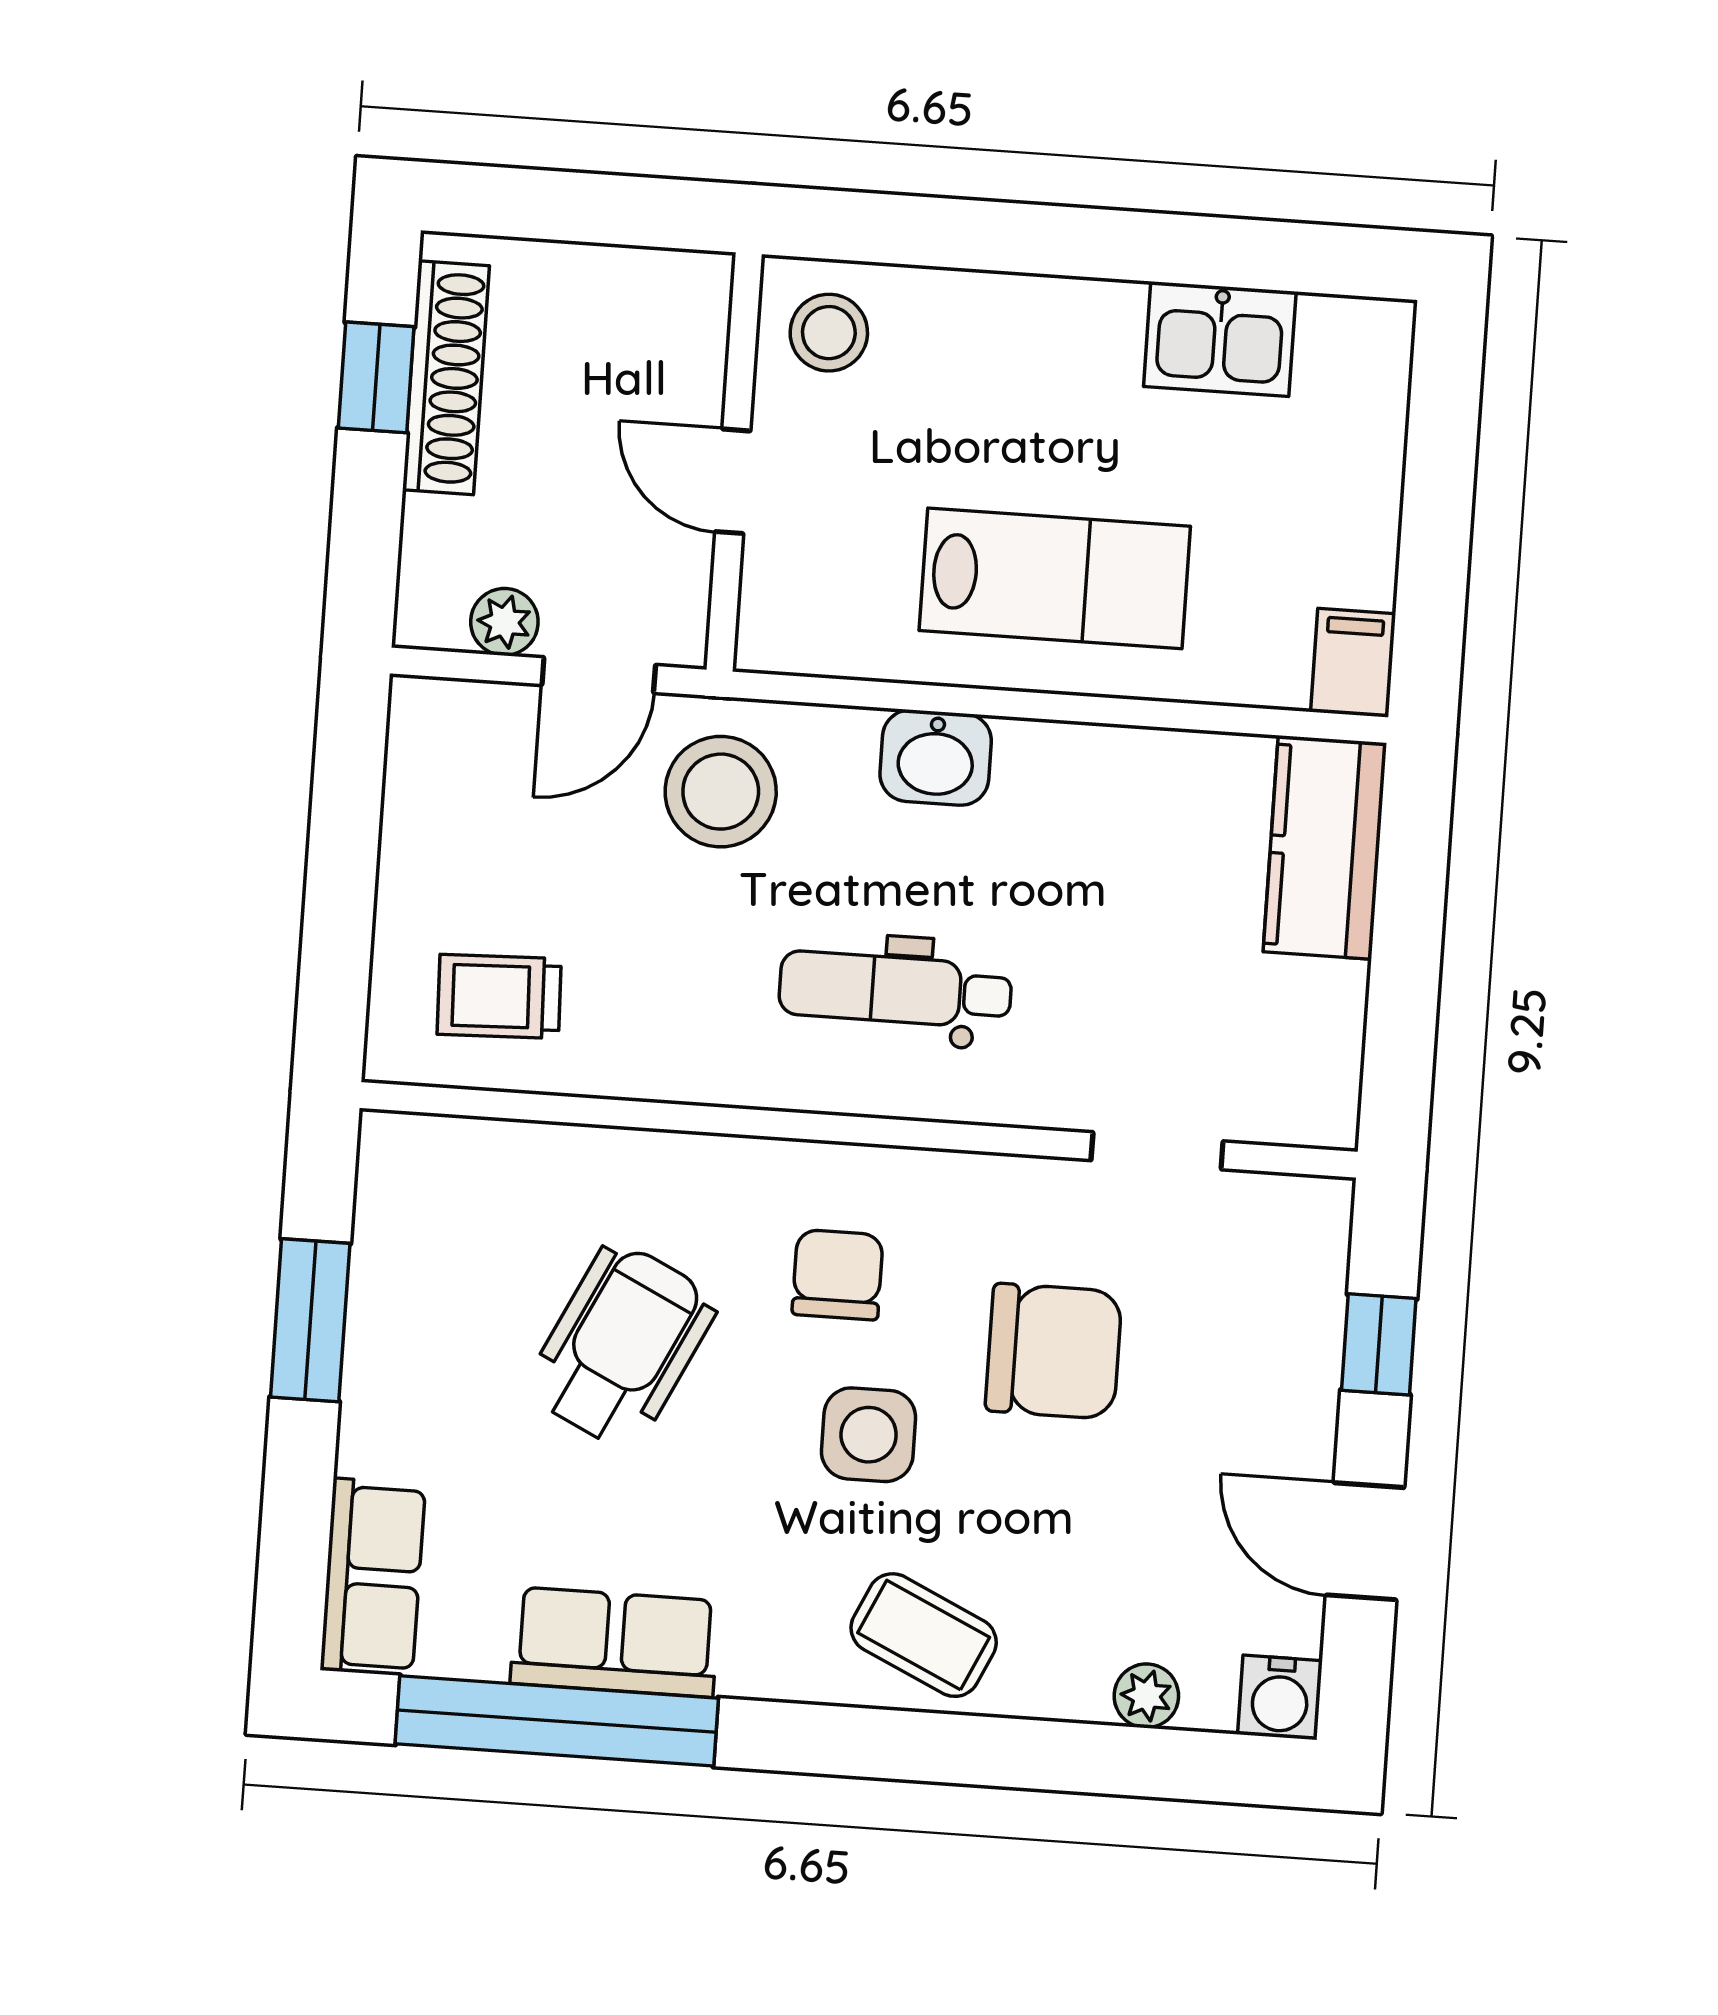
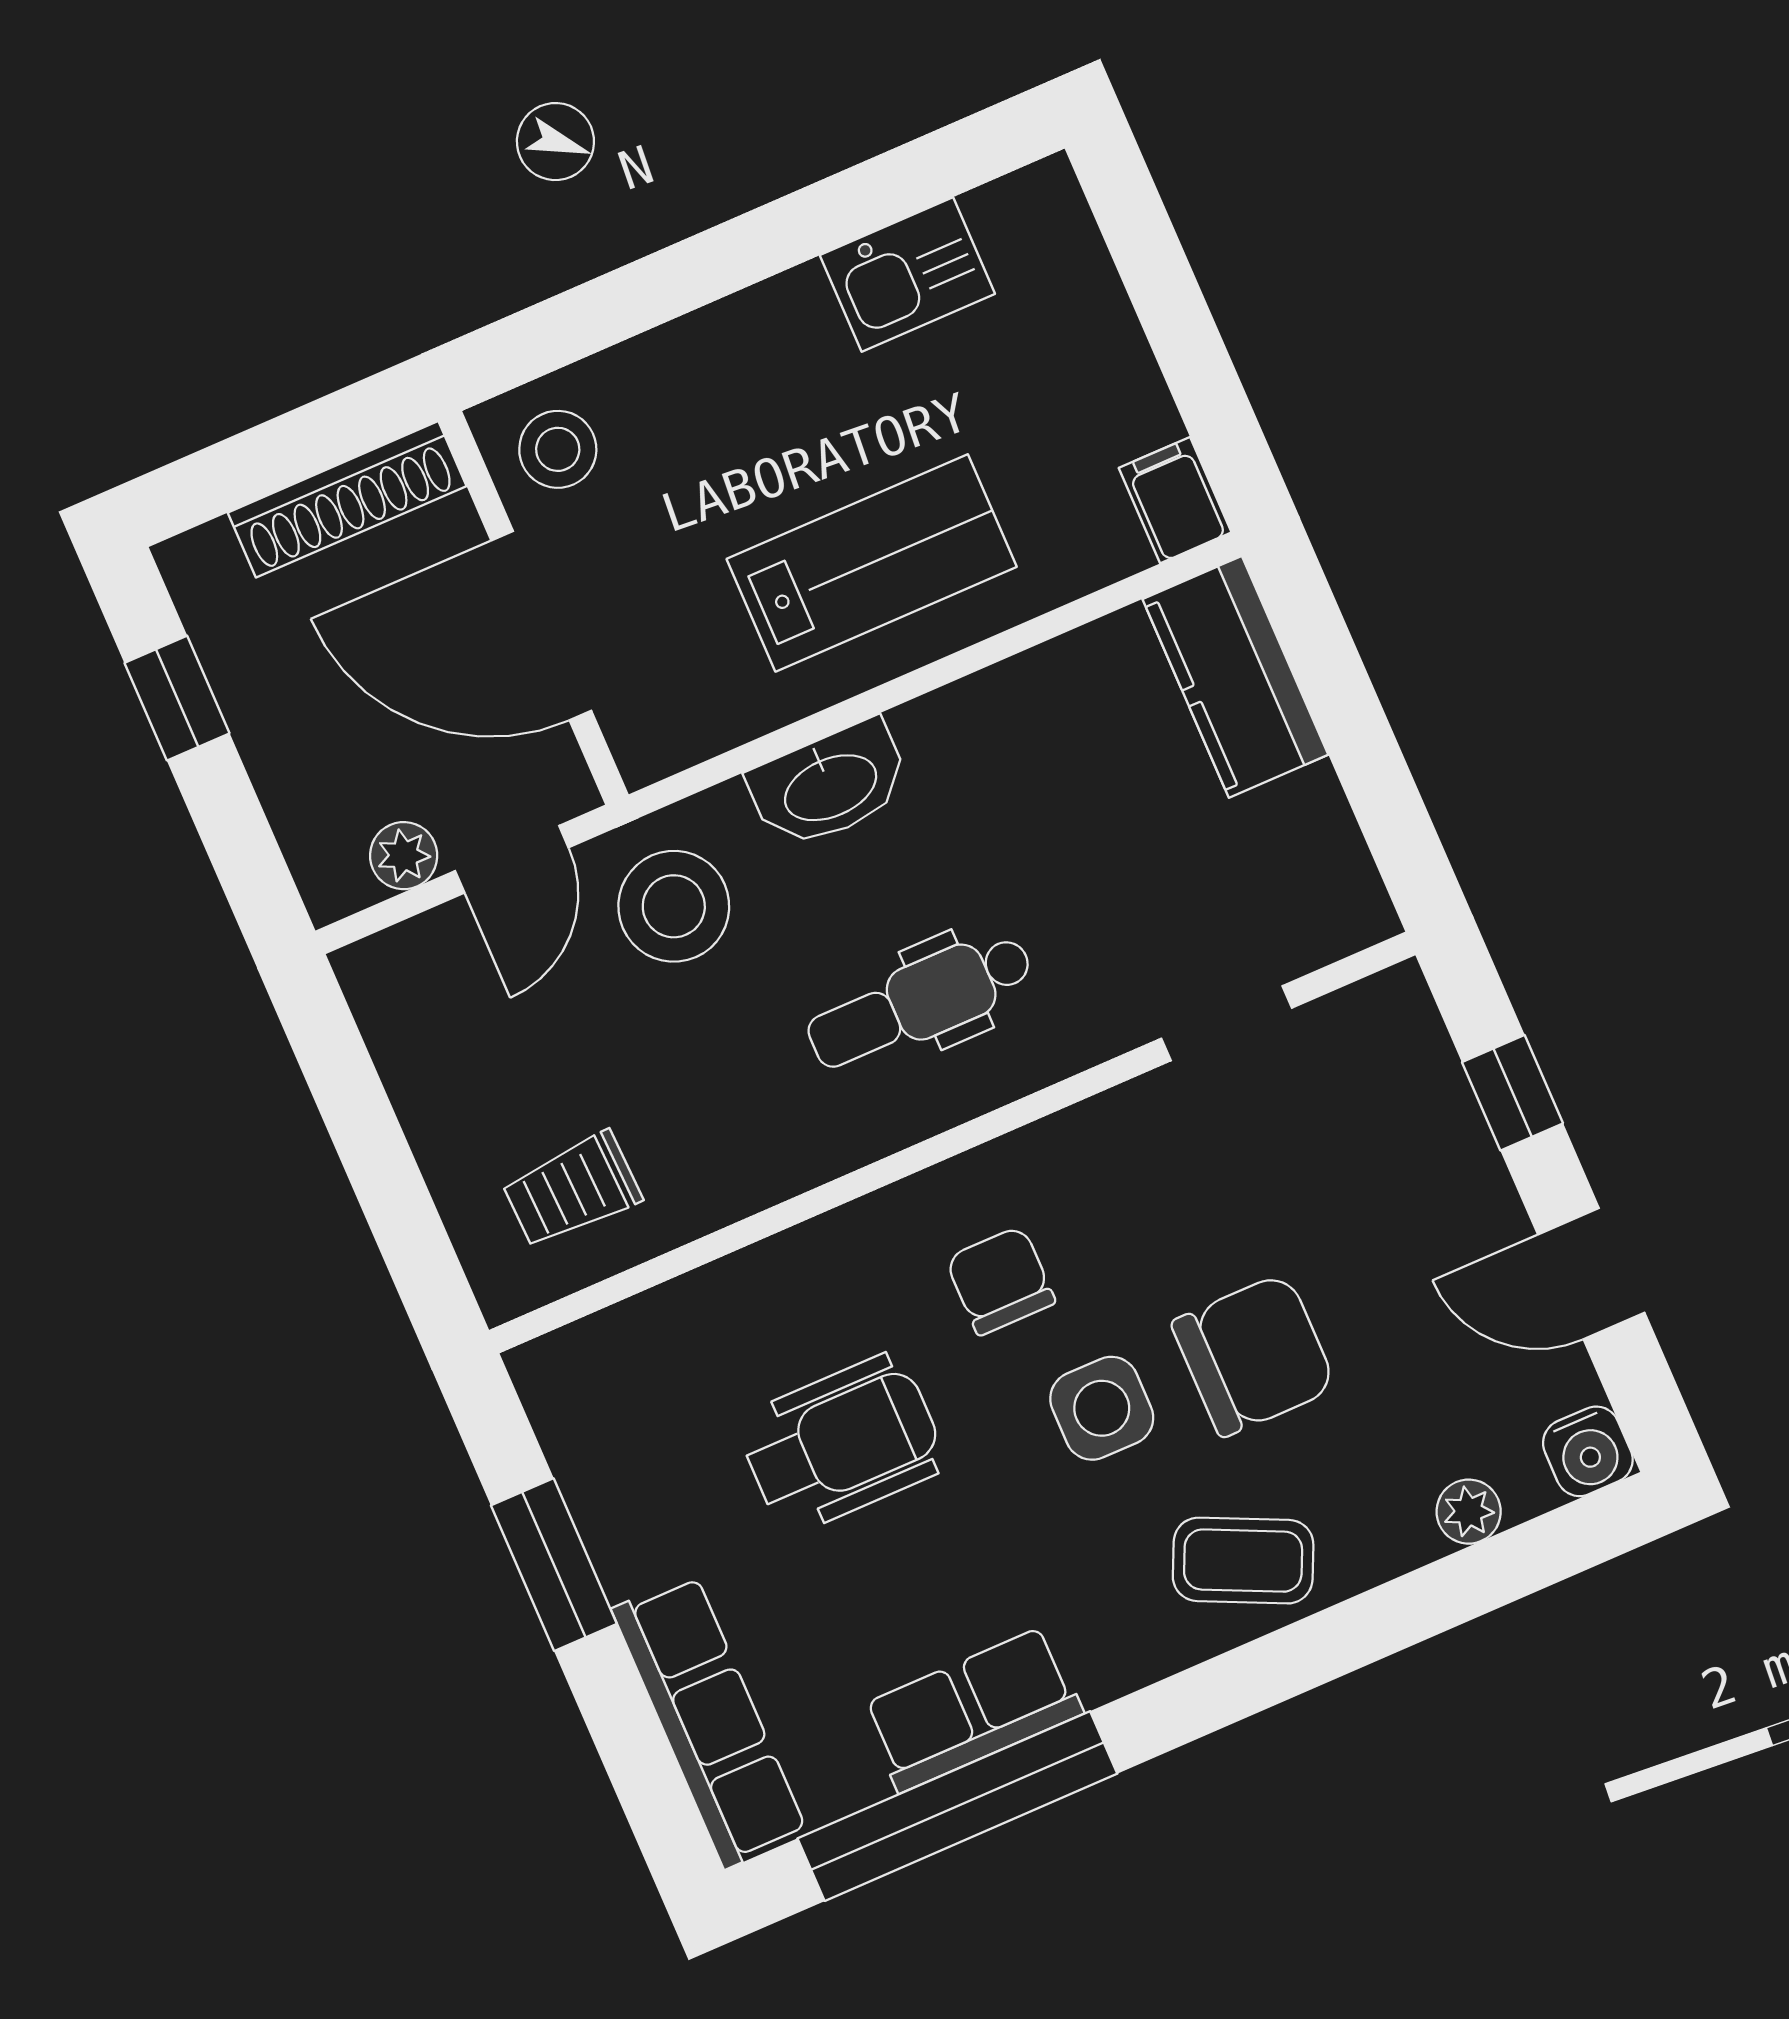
shoe rack: (446, 378) -> (347, 499), moved, turned 90
door: (733, 481) -> (541, 626), width x1.88
washbasin: (936, 758) -> (830, 785), width x1.38
wheelchair: (621, 1346) -> (841, 1443), turned 64
chair: (1054, 1351) -> (1254, 1355), moved
row of seats: (373, 1577) -> (709, 1721), width x1.48

